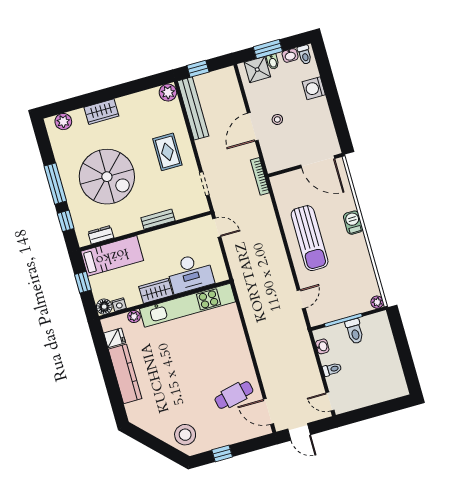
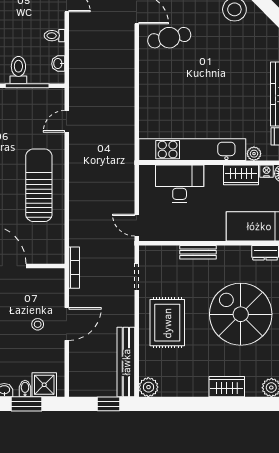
rug: (167, 152) -> (167, 323), width x1.36, depth x1.43
wardrobe: (156, 291) -> (241, 175), moved

